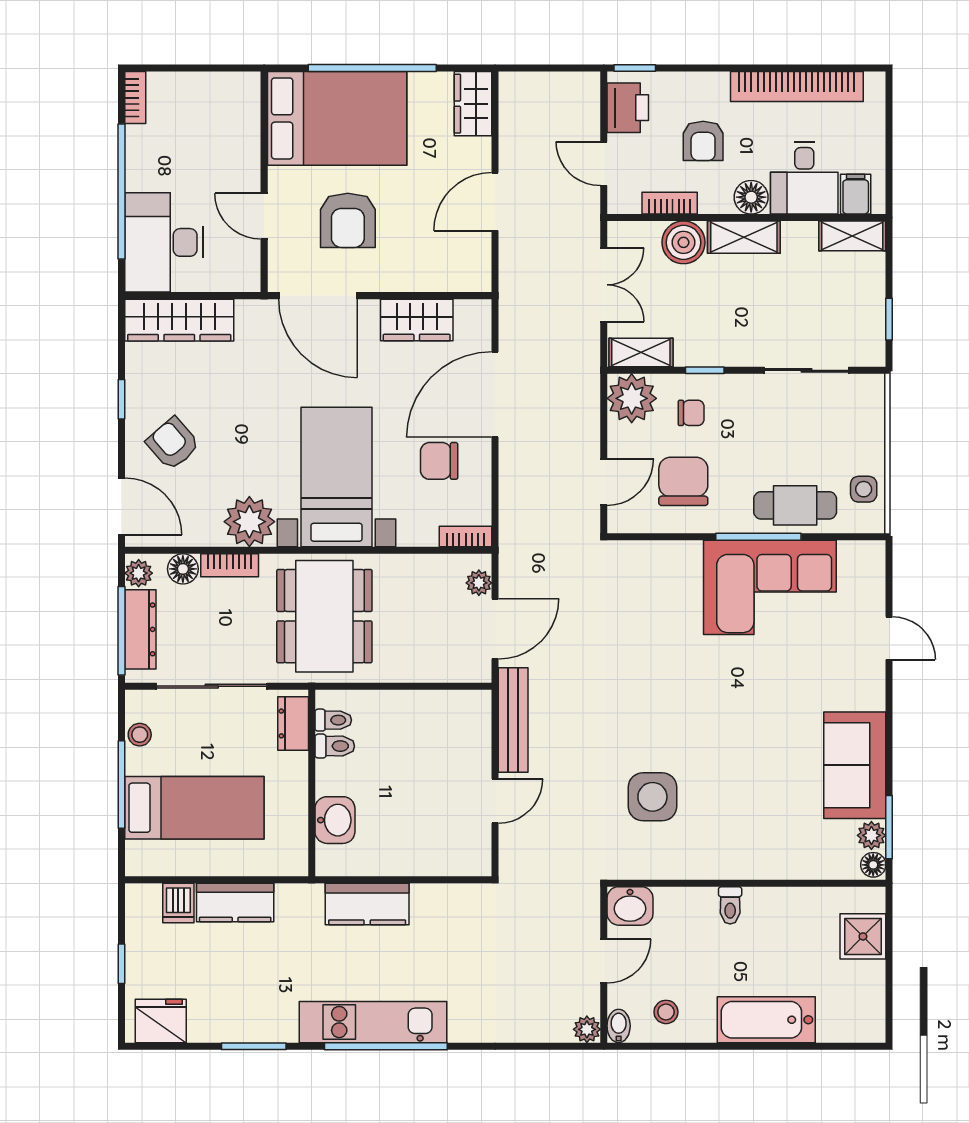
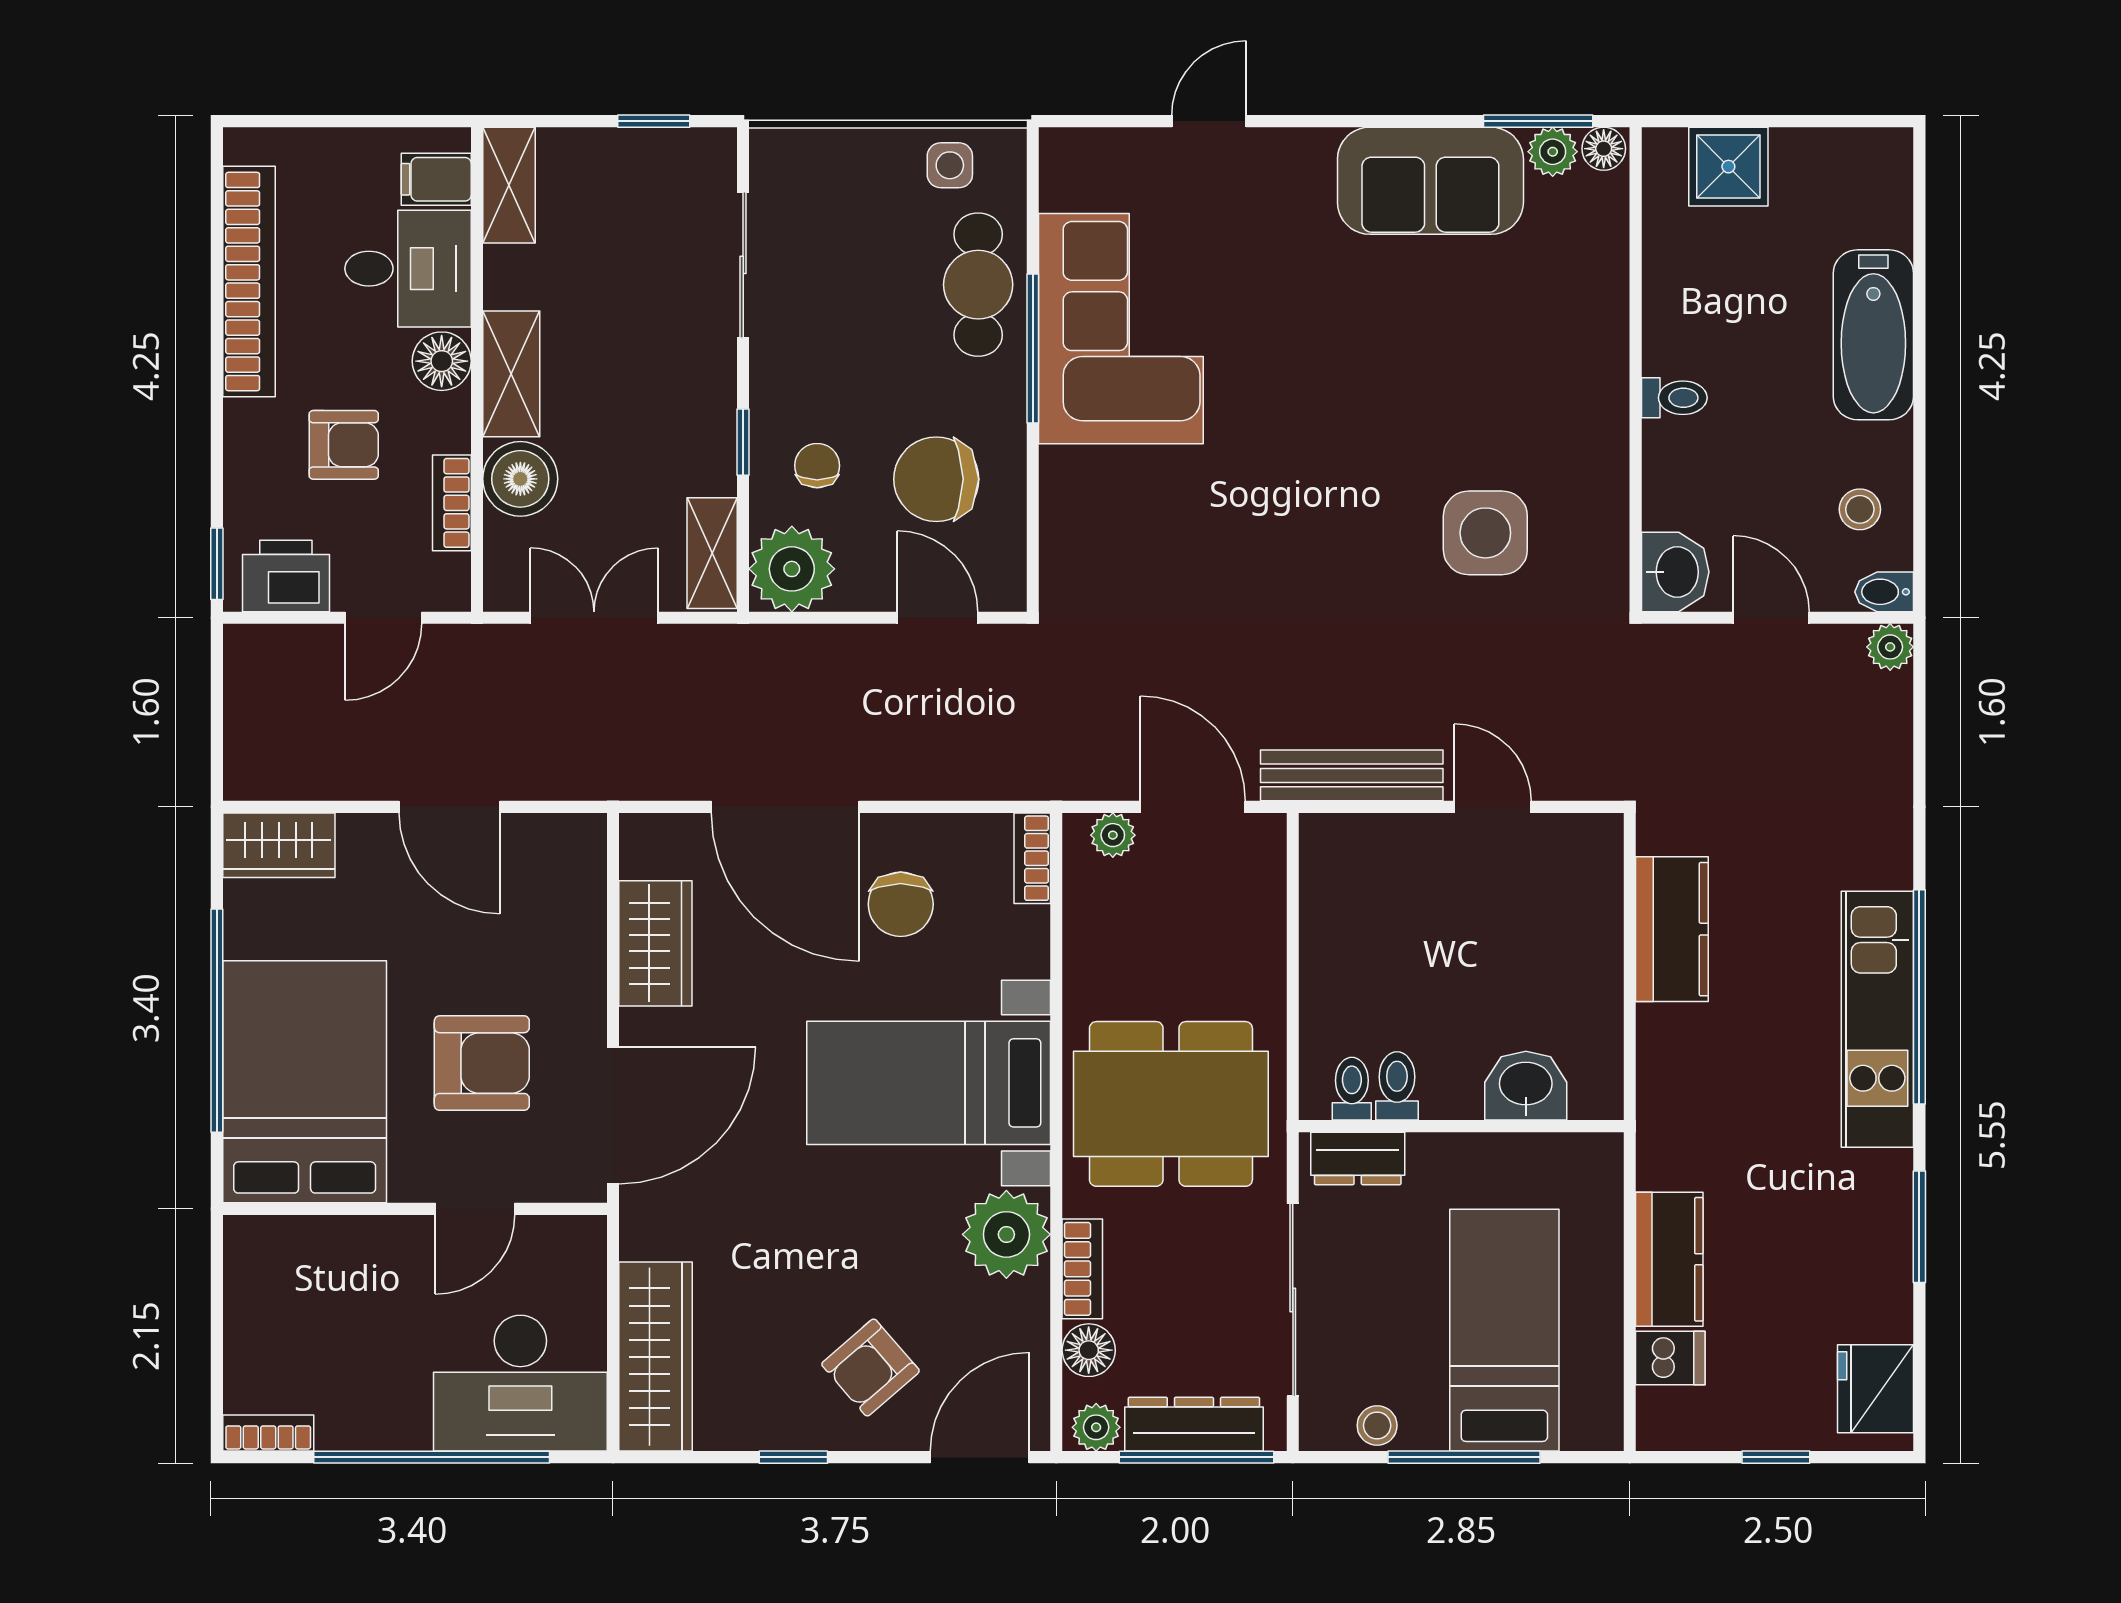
kitchen counter: (367, 904) -> (1672, 929), moved

